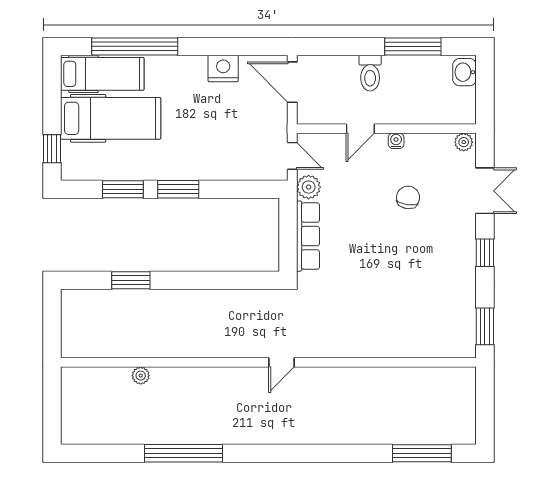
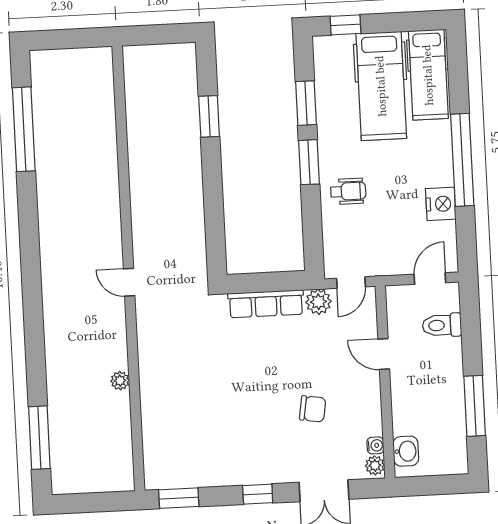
window: (135, 46) -> (462, 160), moved
washbasin: (465, 72) -> (406, 451), moved, turned 90
toilet: (370, 73) -> (442, 325), moved
door: (292, 82) -> (430, 279), width x0.73
water cooler: (396, 141) -> (375, 445), moved
wheelchair: (207, 154) -> (348, 191), added
plant: (141, 376) -> (120, 381), moved
window: (183, 453) -> (24, 129), moved

